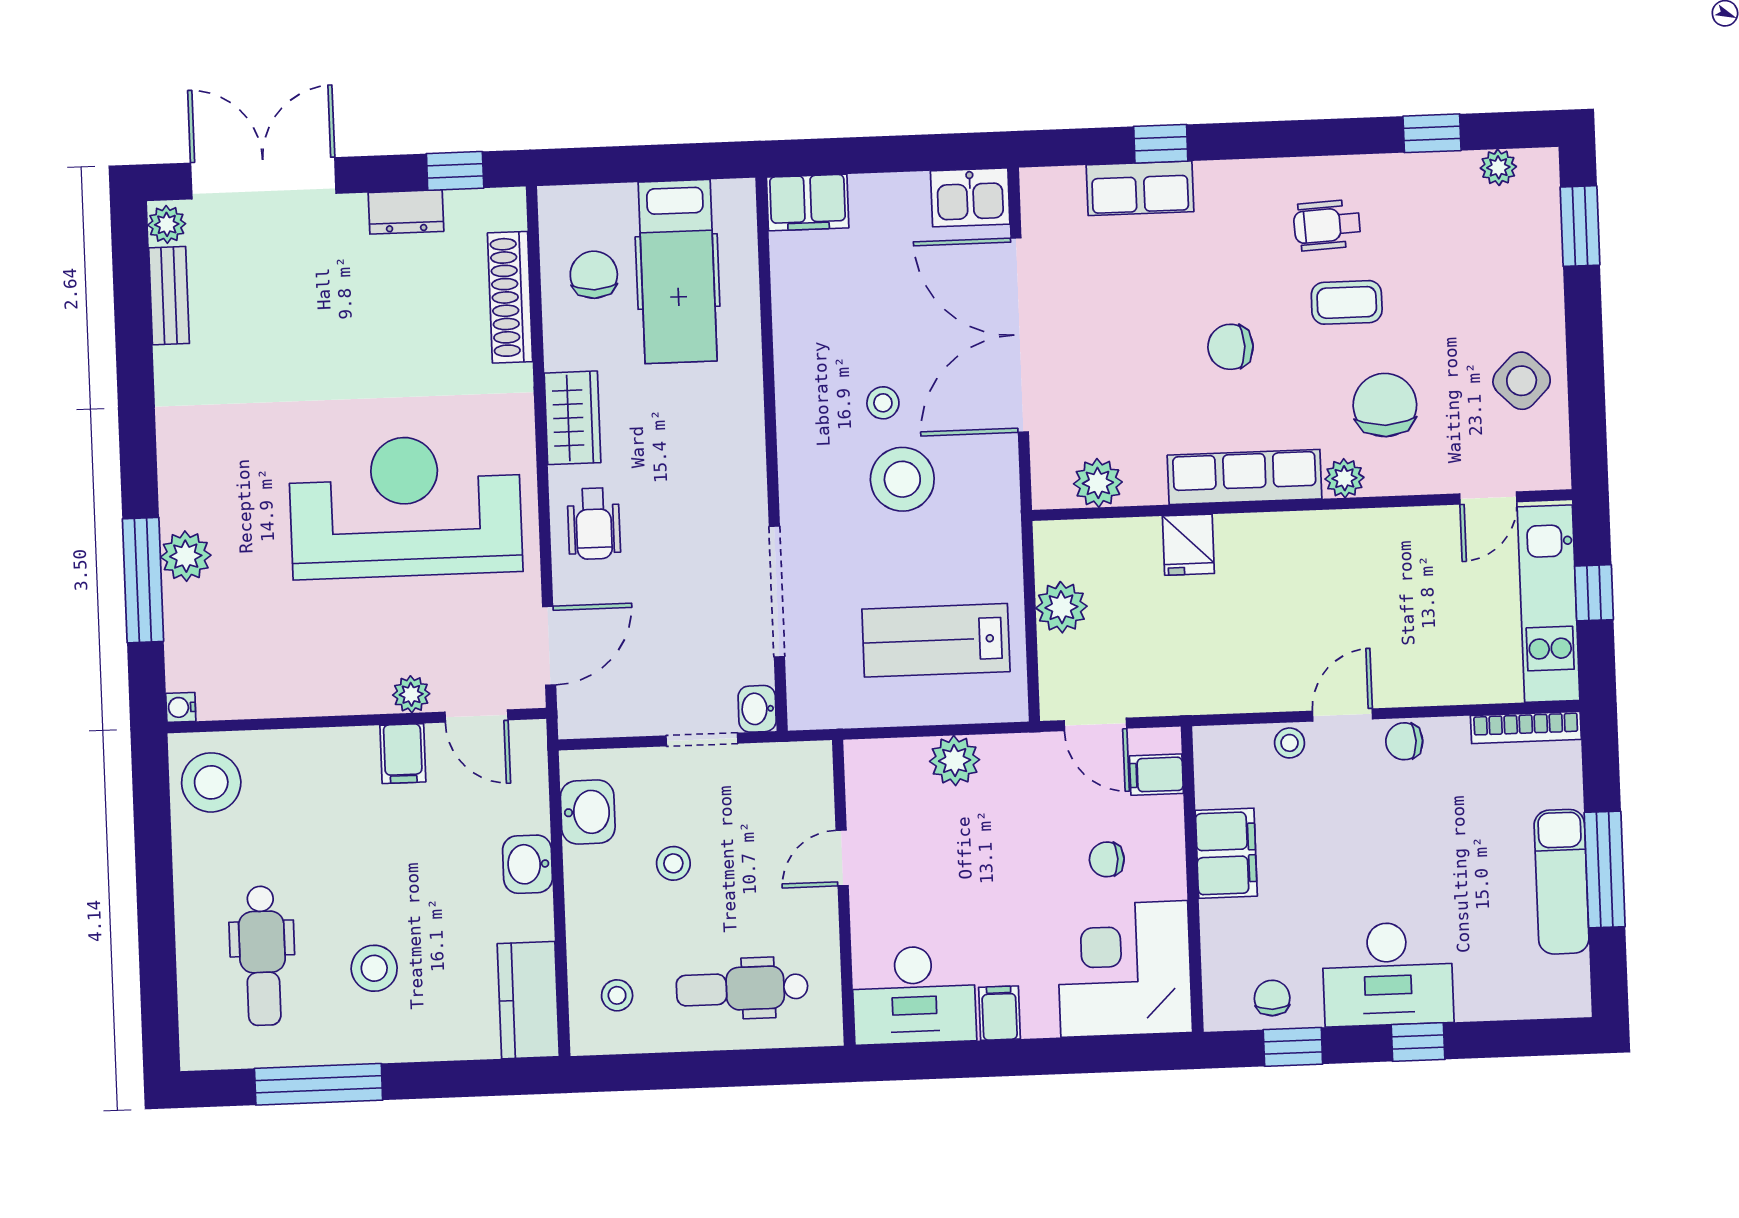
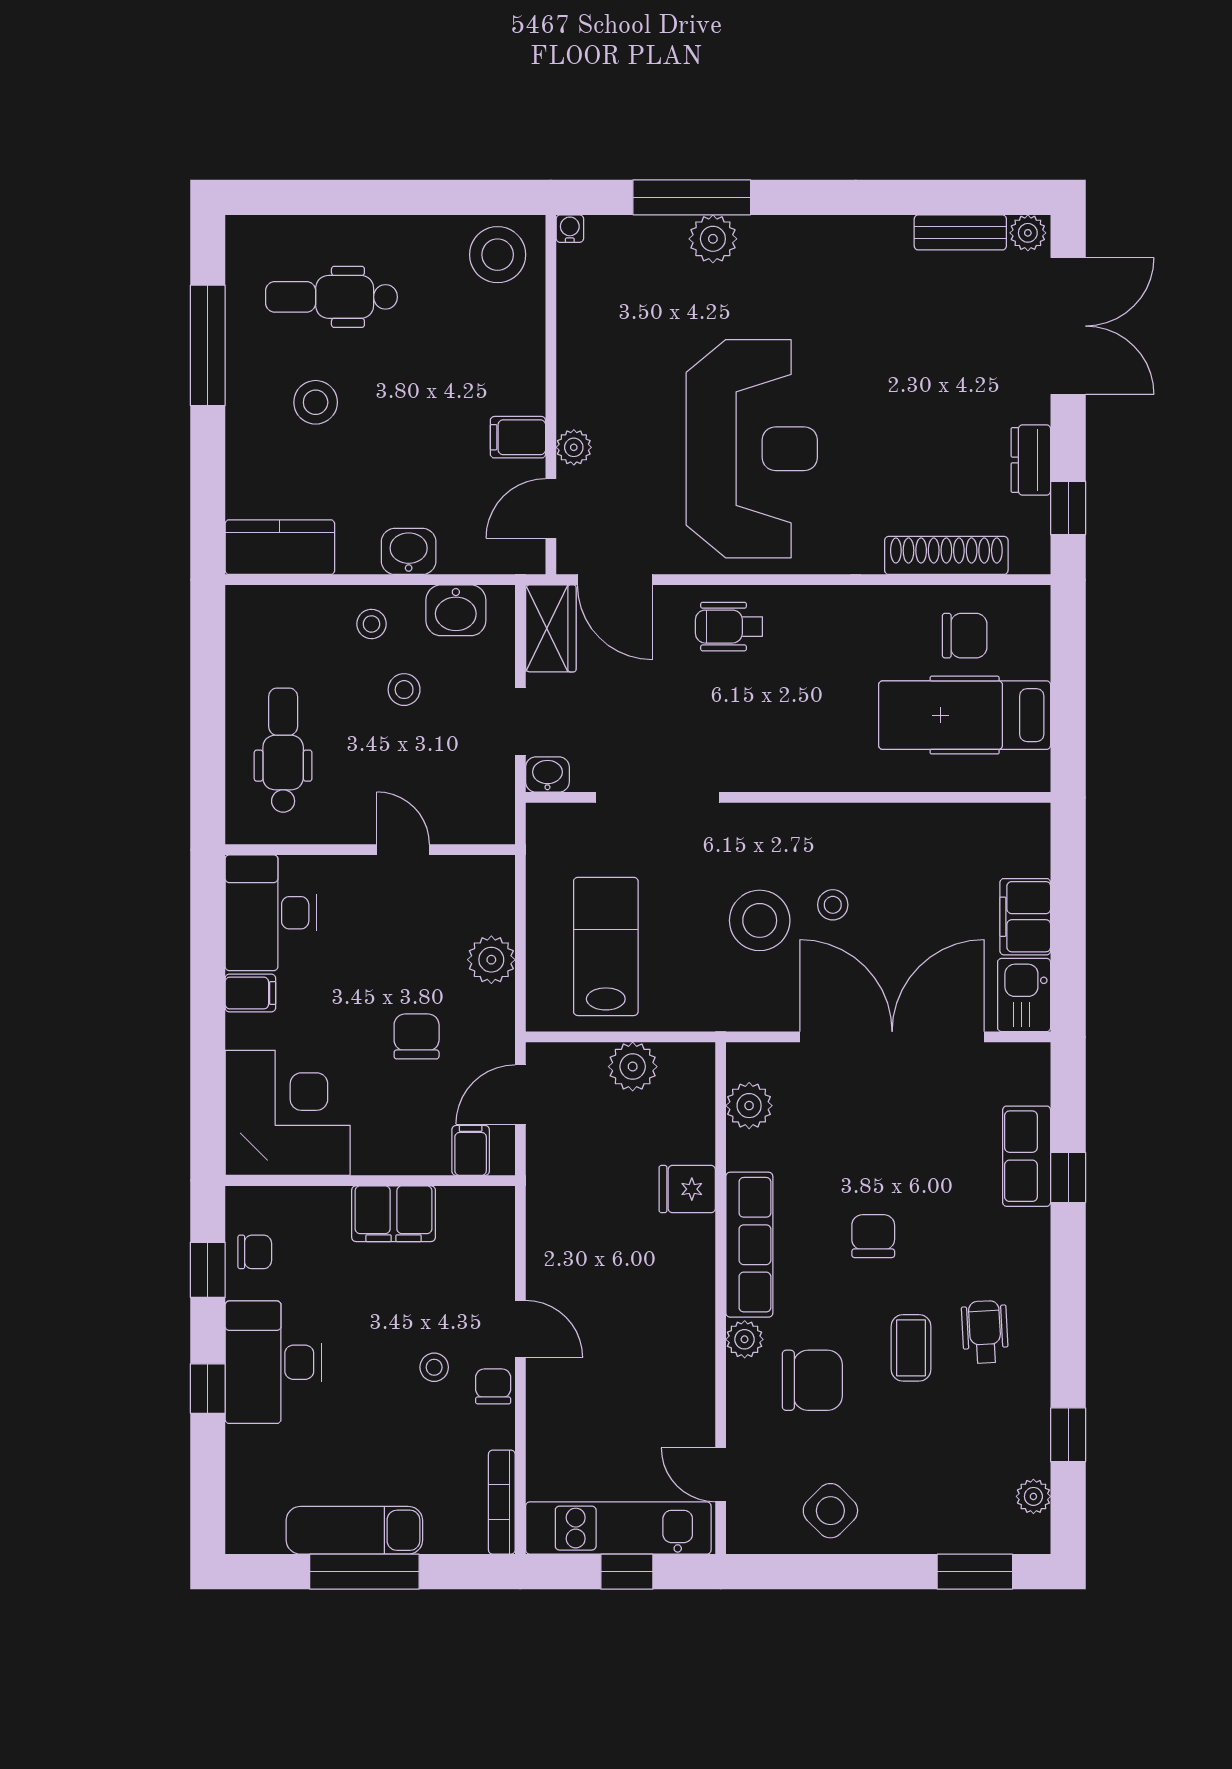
filing cabinet: (808, 203) -> (1025, 917), moved
wardrobe: (572, 418) -> (551, 628), moved, turned -90
stool: (1290, 743) -> (434, 1367), moved
chair: (1107, 859) -> (417, 1036), moved, width x1.37, depth x1.37
stool: (617, 995) -> (371, 624), moved

